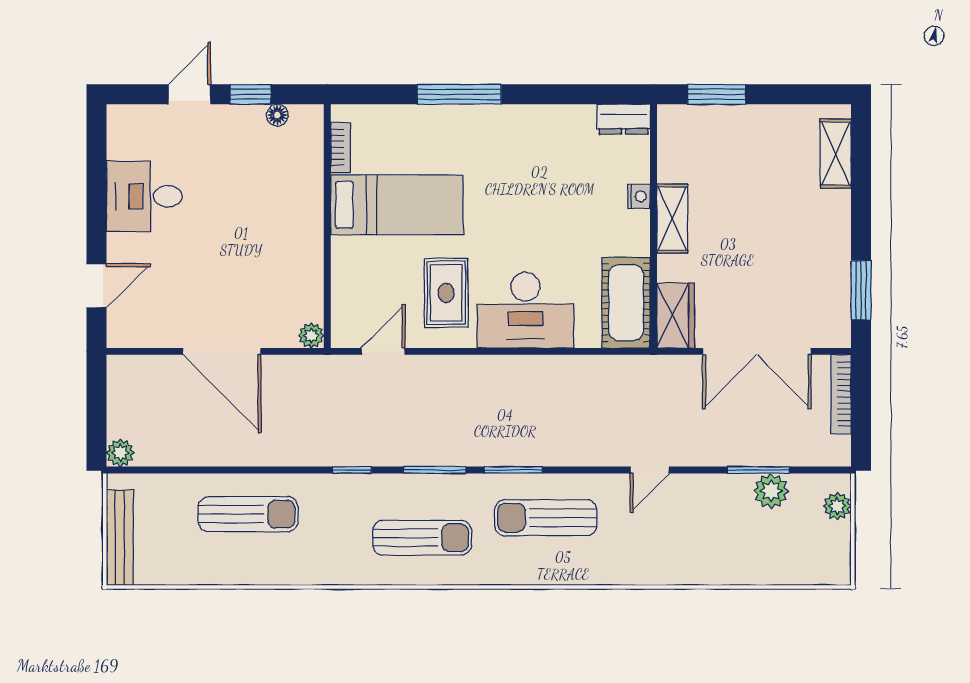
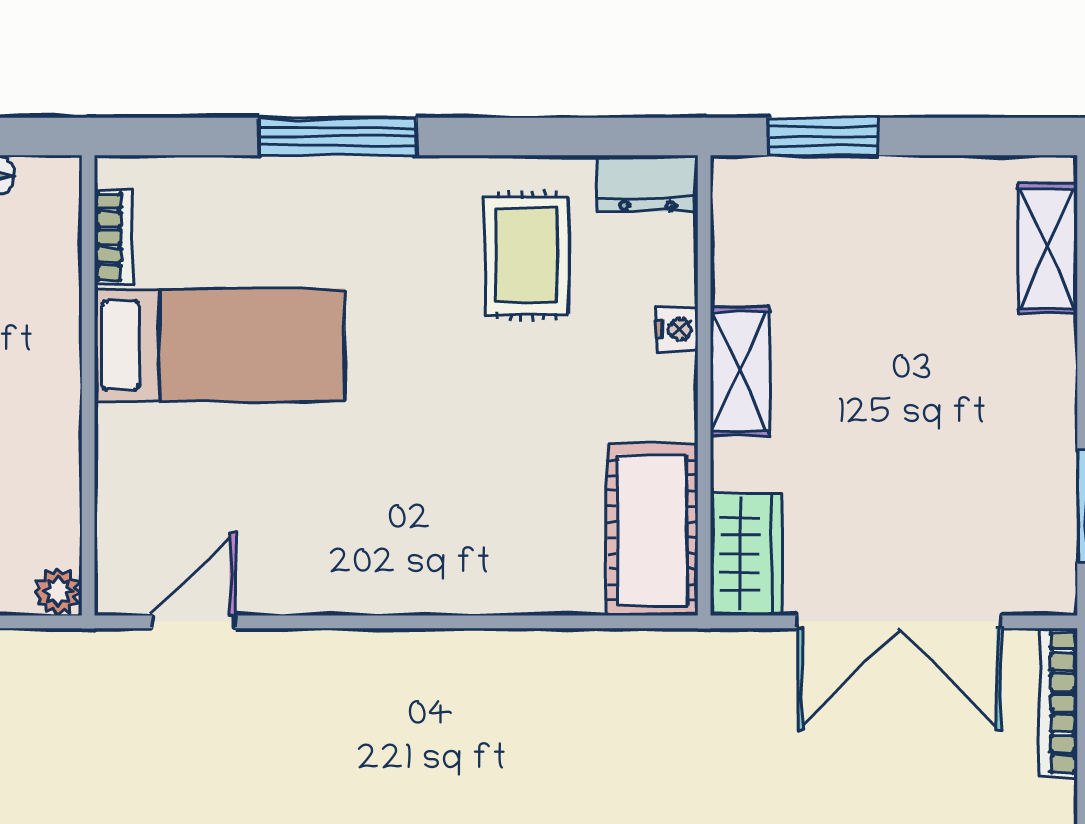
rug: (446, 293) -> (527, 256), moved
desk: (525, 310) -> (462, 544), removed

